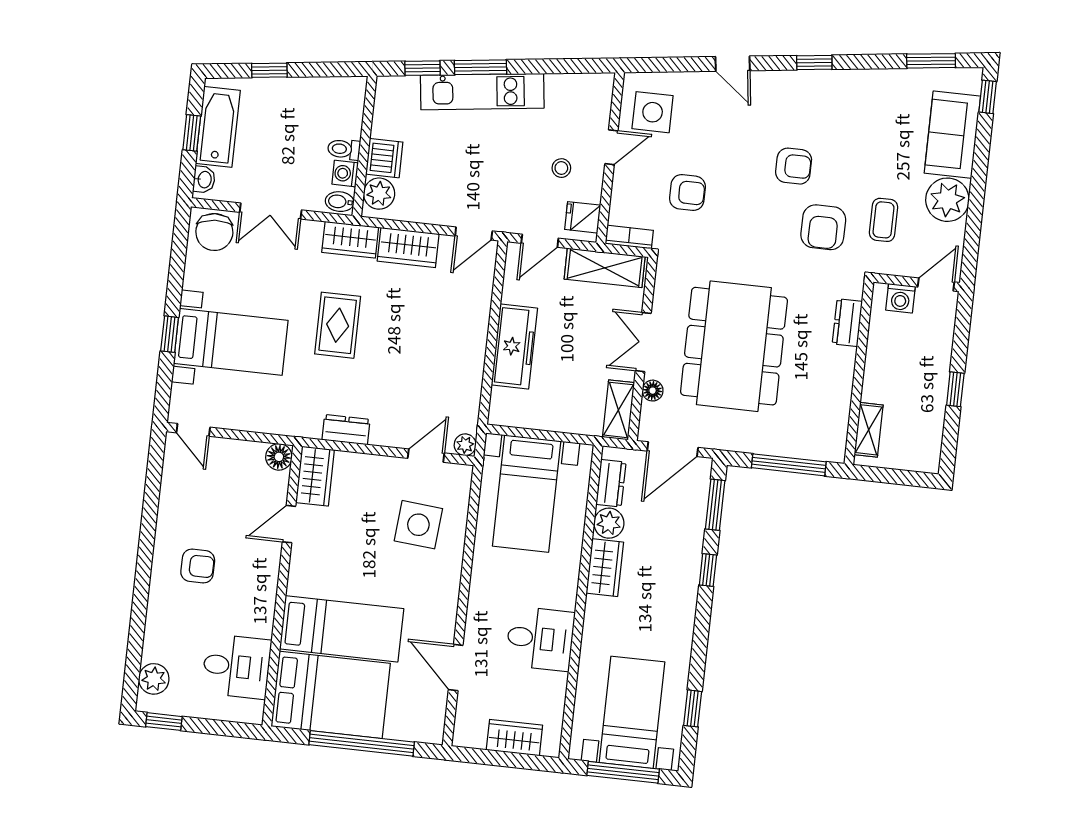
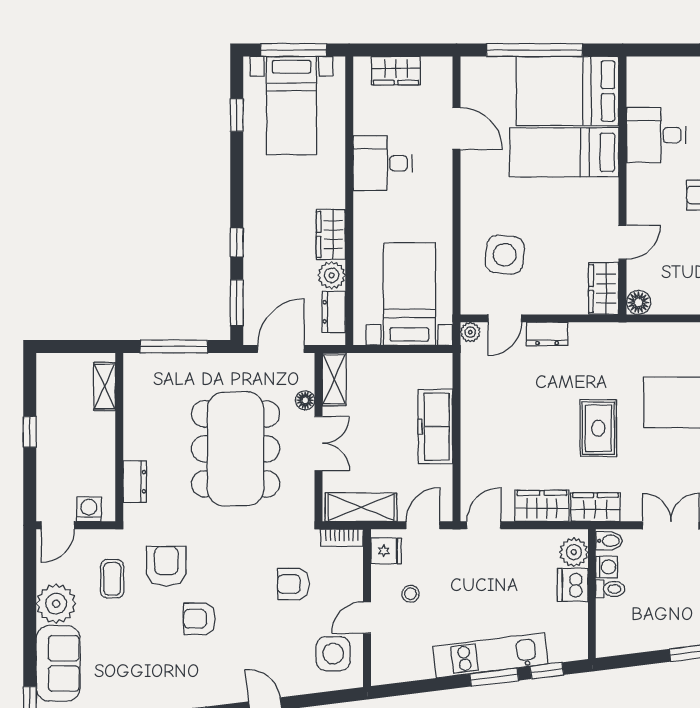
dresser: (346, 430) -> (547, 334), moved
desk: (236, 666) -> (656, 135), moved

